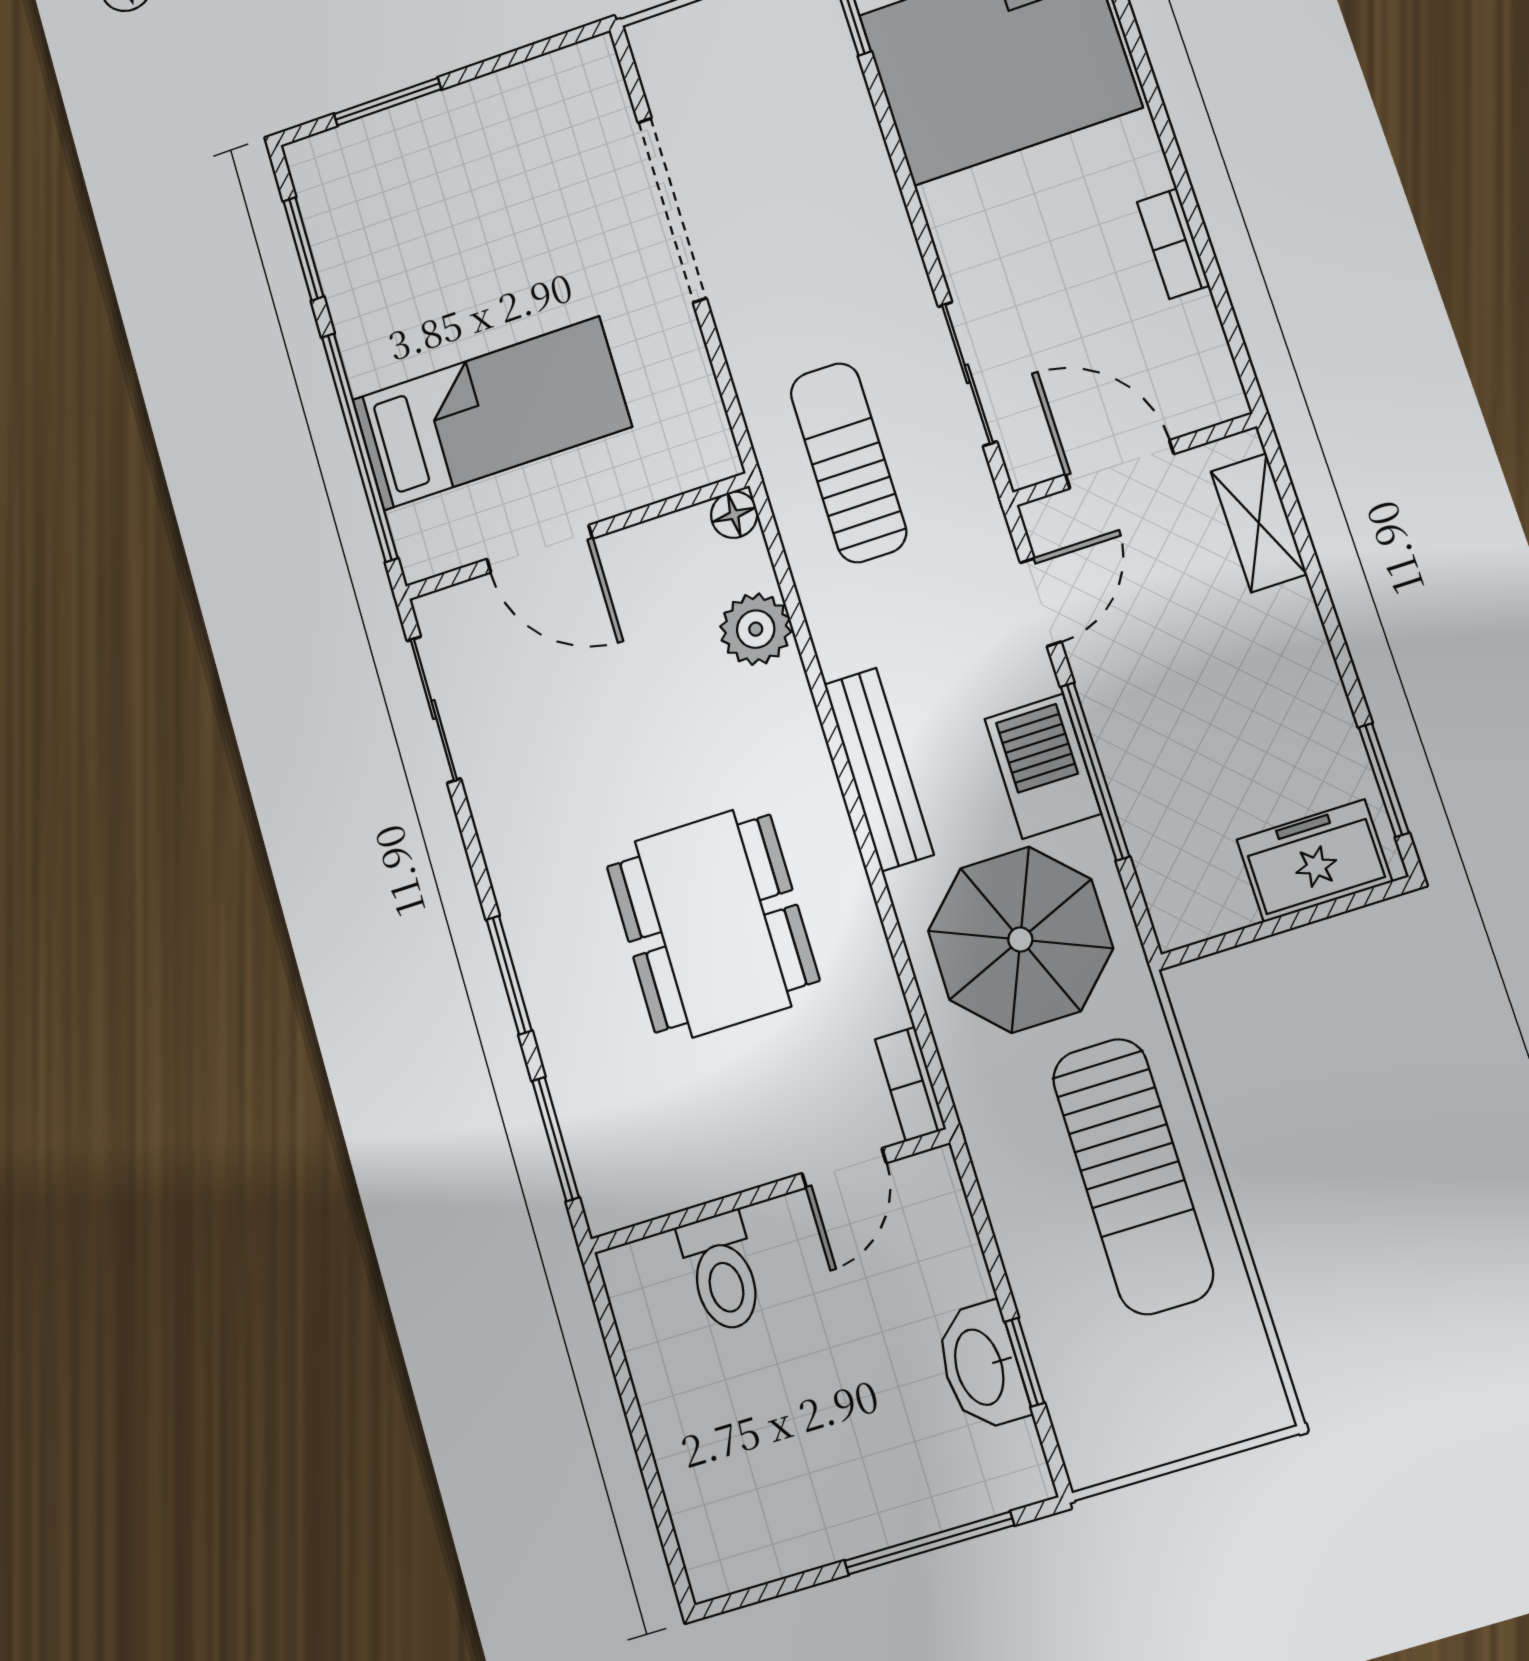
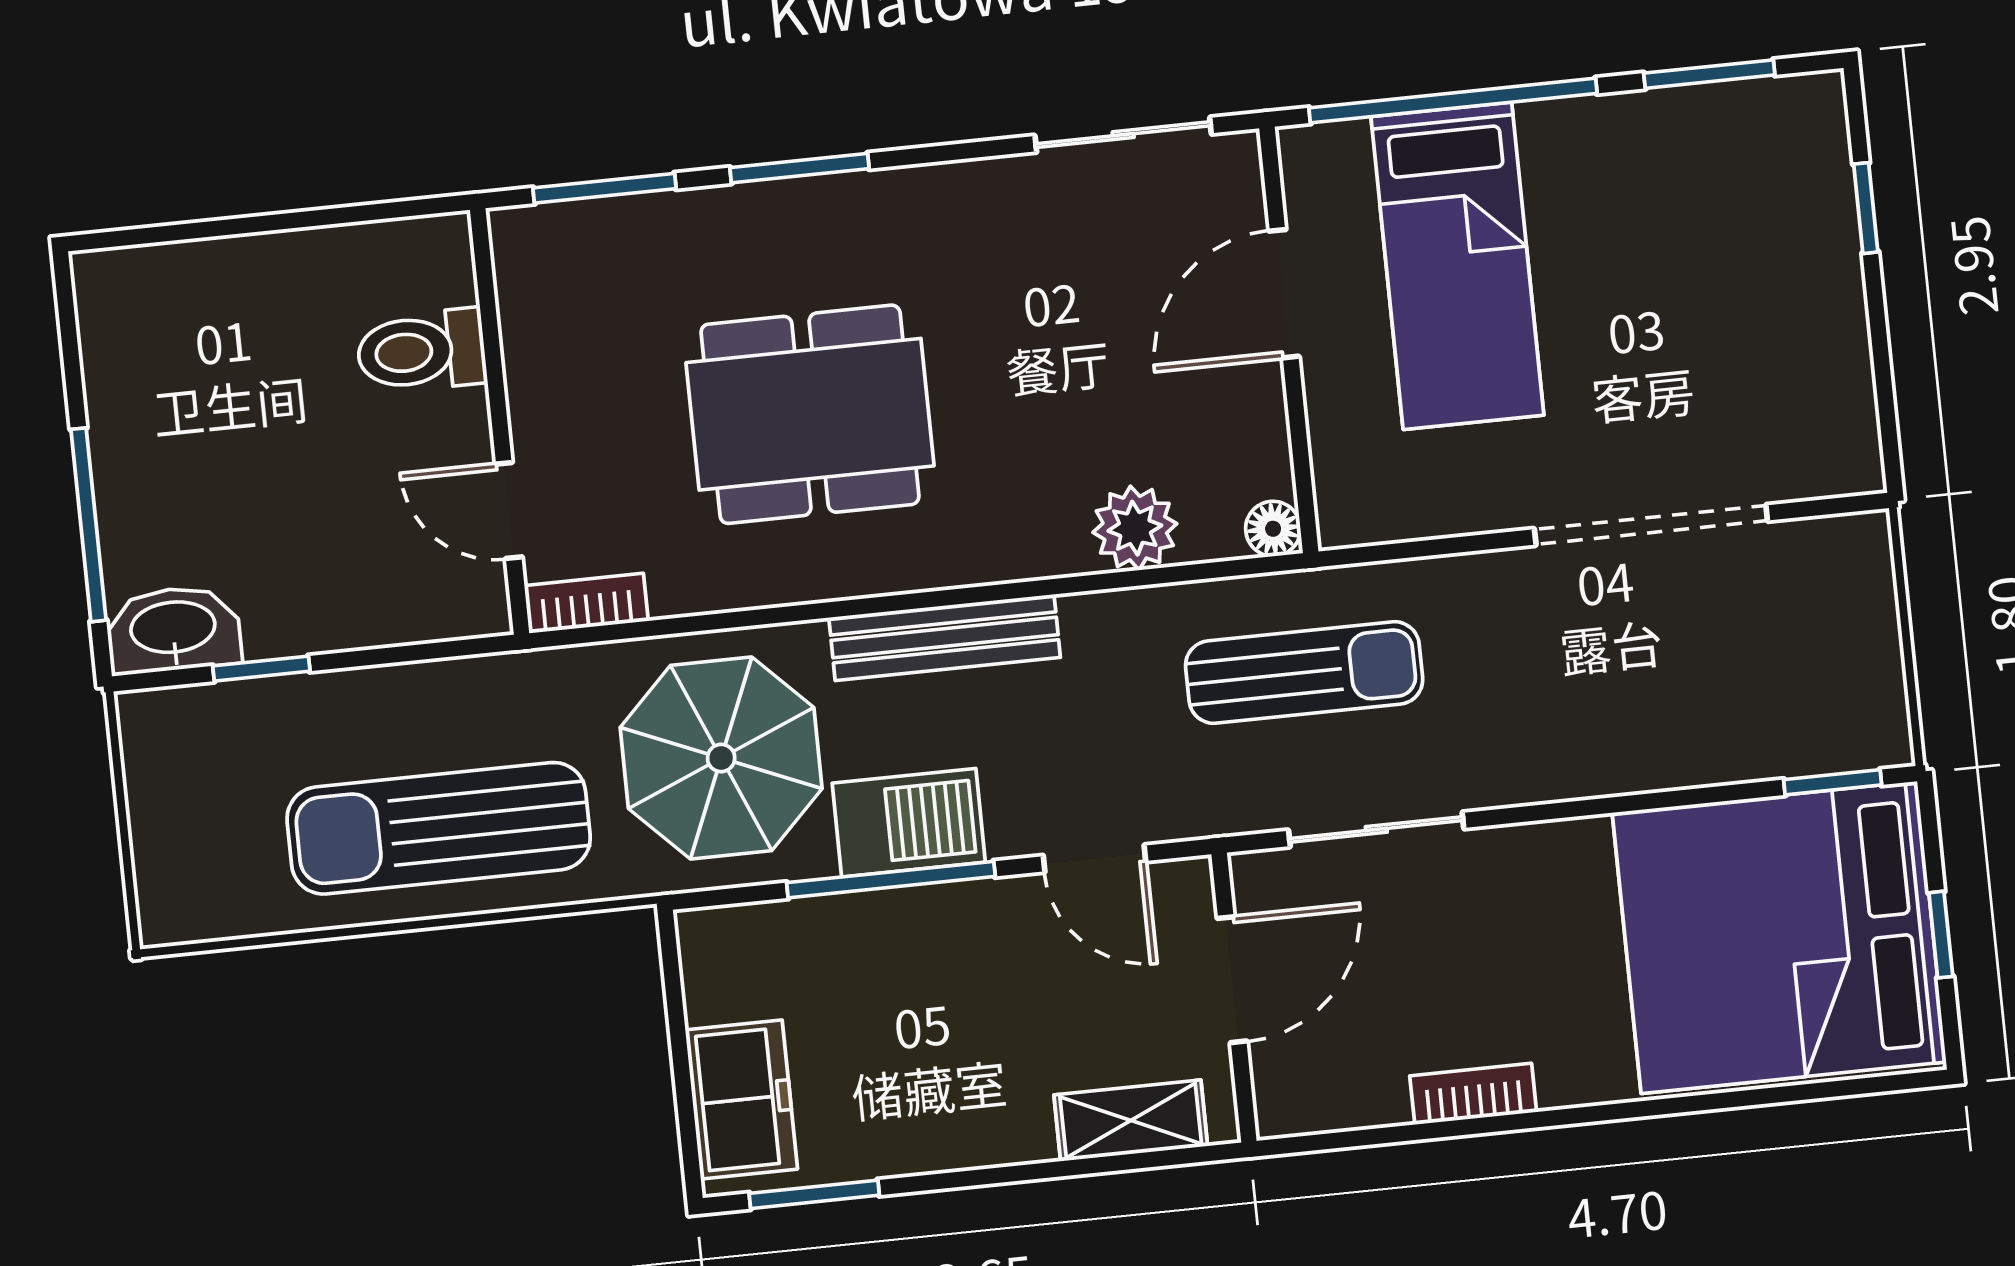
window: (388, 102) -> (1866, 208), width x0.67
washbasin: (981, 1366) -> (173, 630), moved

